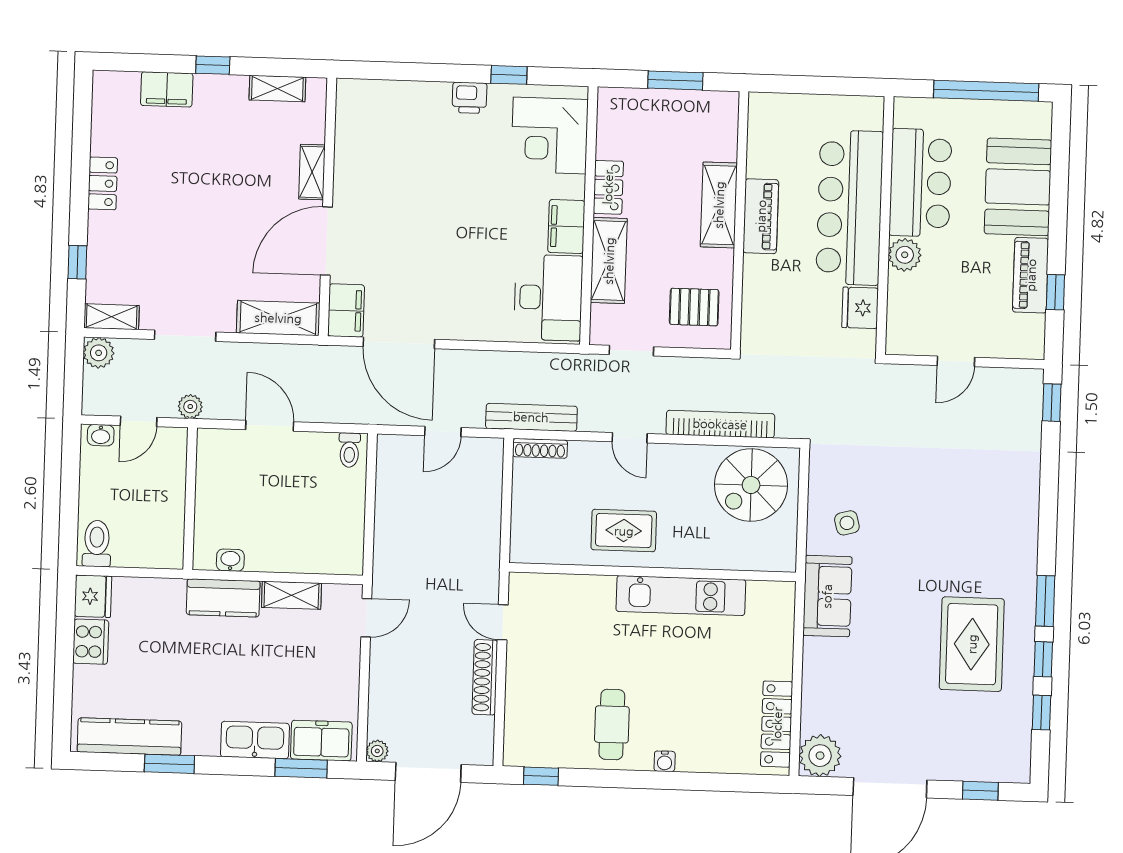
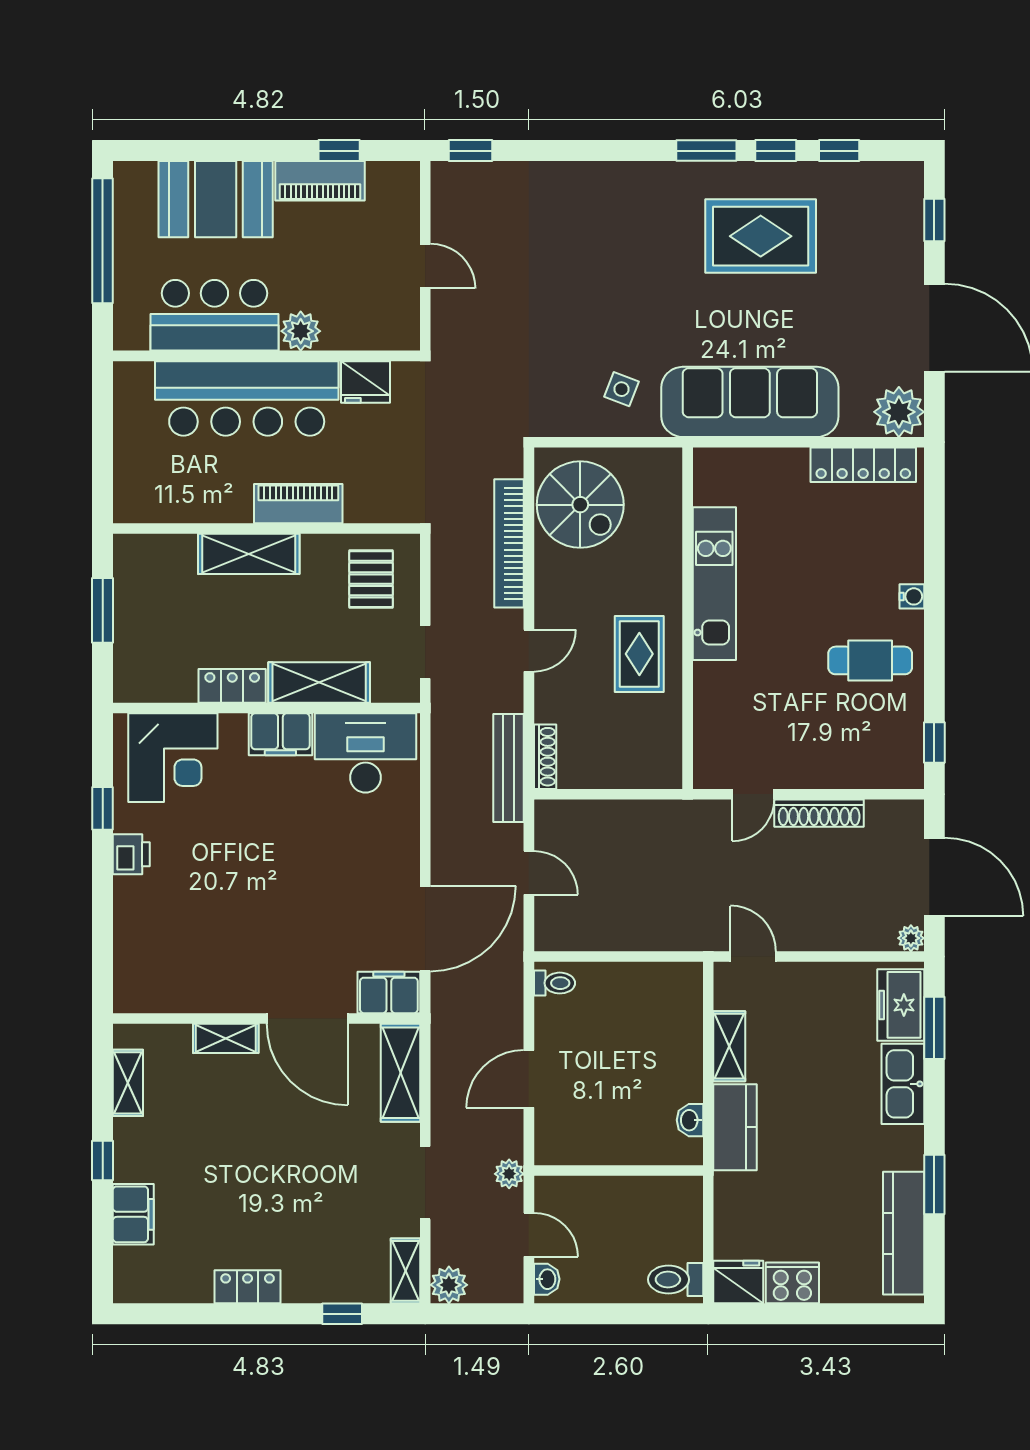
piano: (761, 216) -> (298, 504), moved
side table: (847, 523) -> (621, 389), turned 36
sofa: (827, 596) -> (750, 402), width x1.85, depth x1.27

